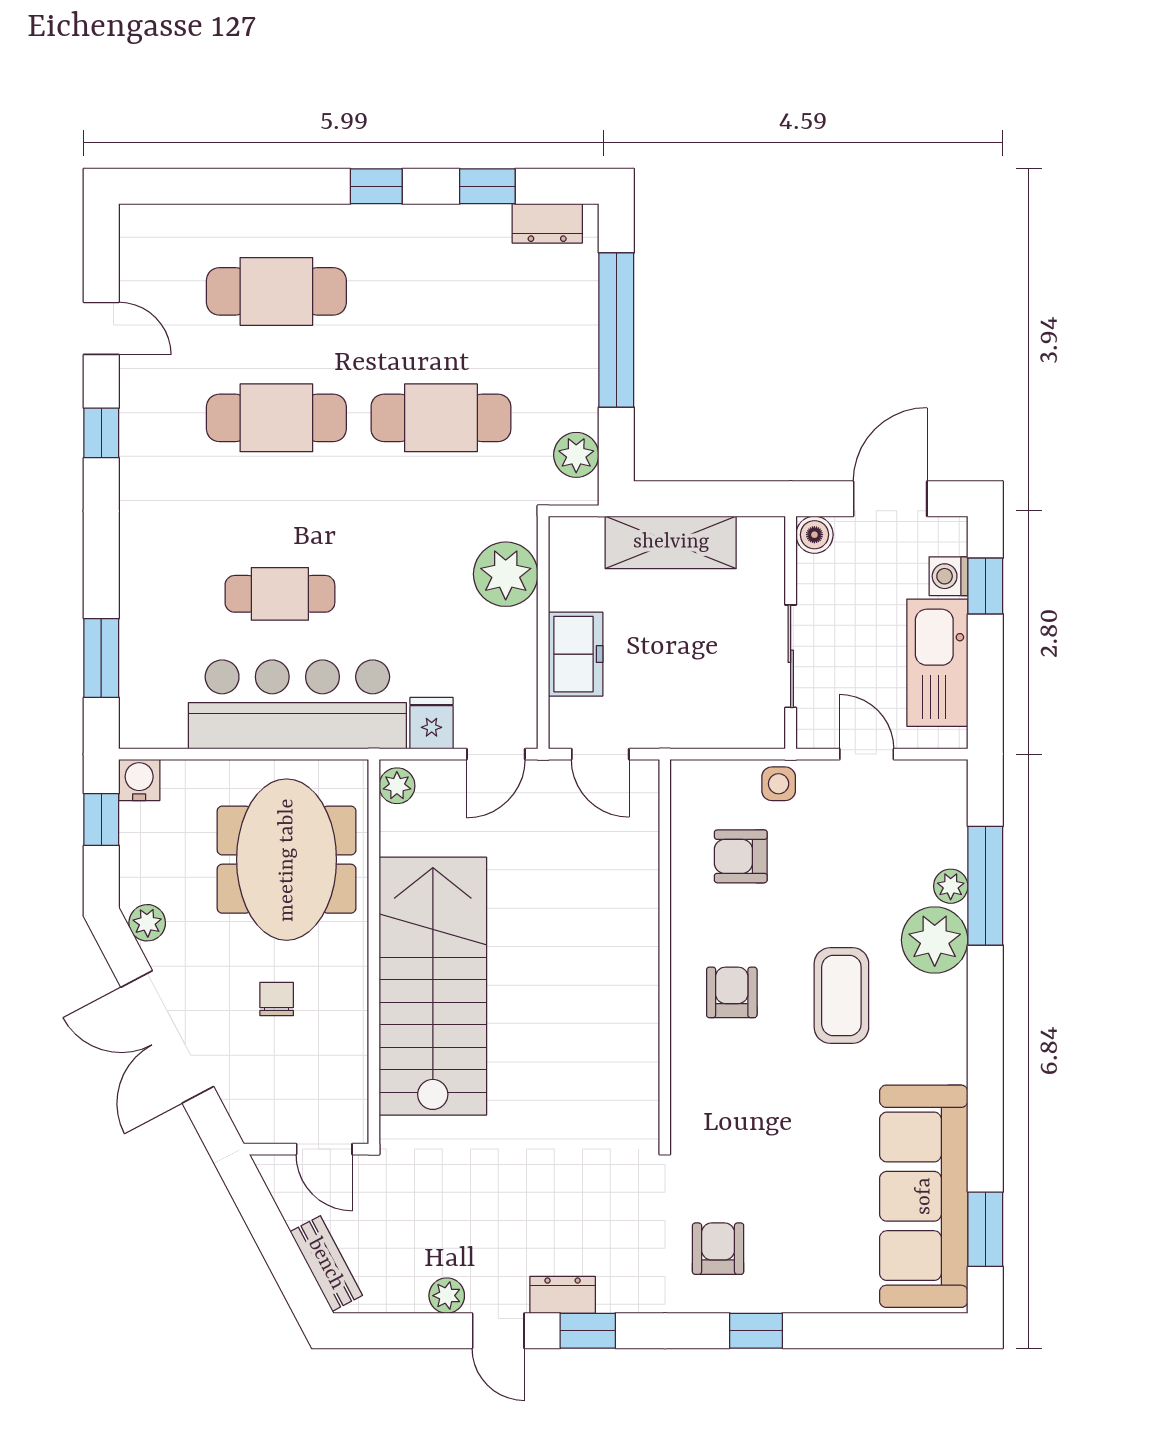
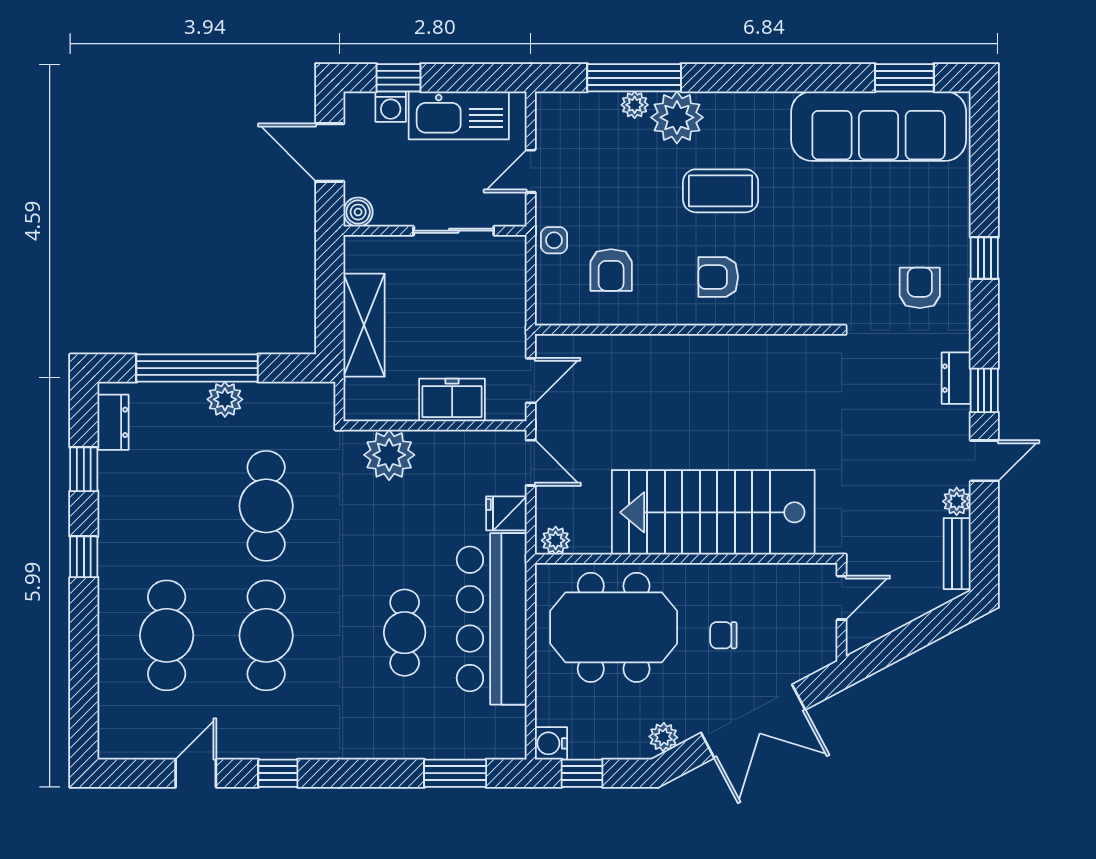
plant: (576, 455) -> (225, 399), moved
armchair: (718, 1249) -> (920, 288), turned 90
bench: (326, 1264) -> (957, 554), moved, turned -62
dresser: (563, 1295) -> (956, 378), moved

